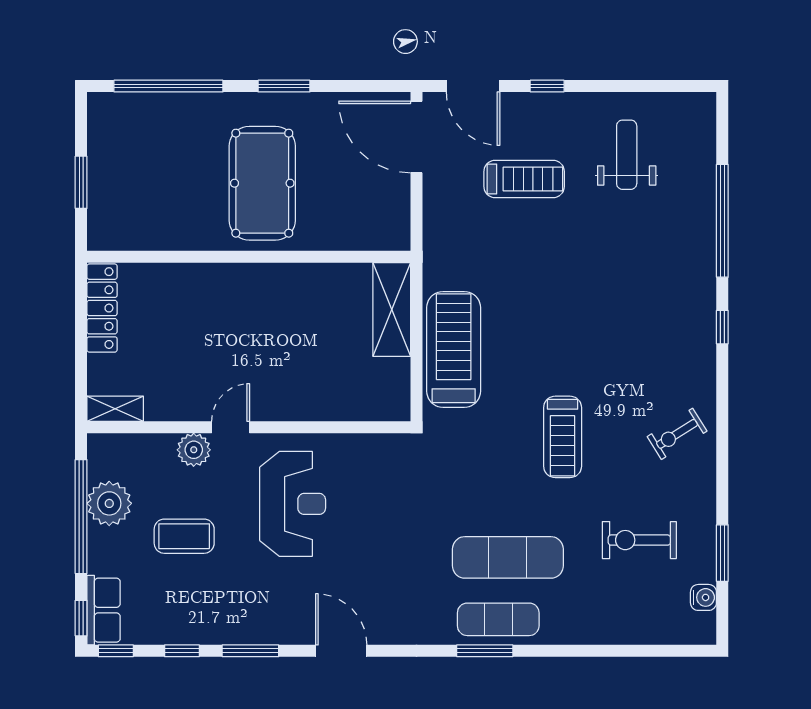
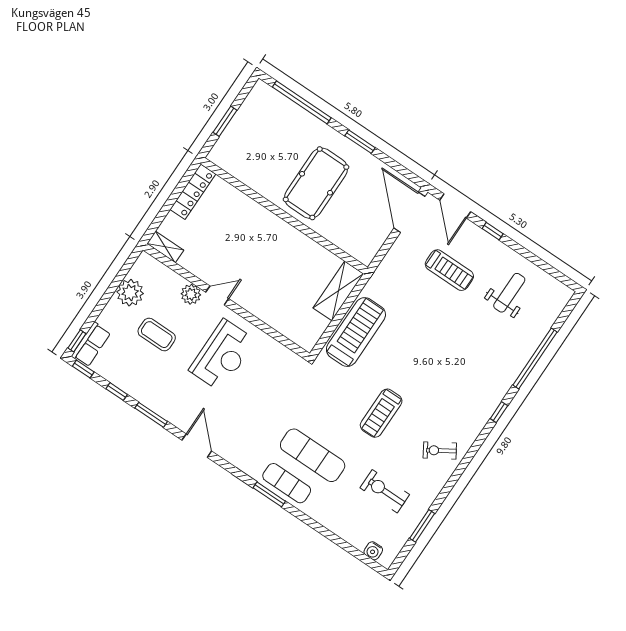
window: (81, 517) -> (111, 290), removed
water cooler: (703, 597) -> (373, 551), moved, turned 90

